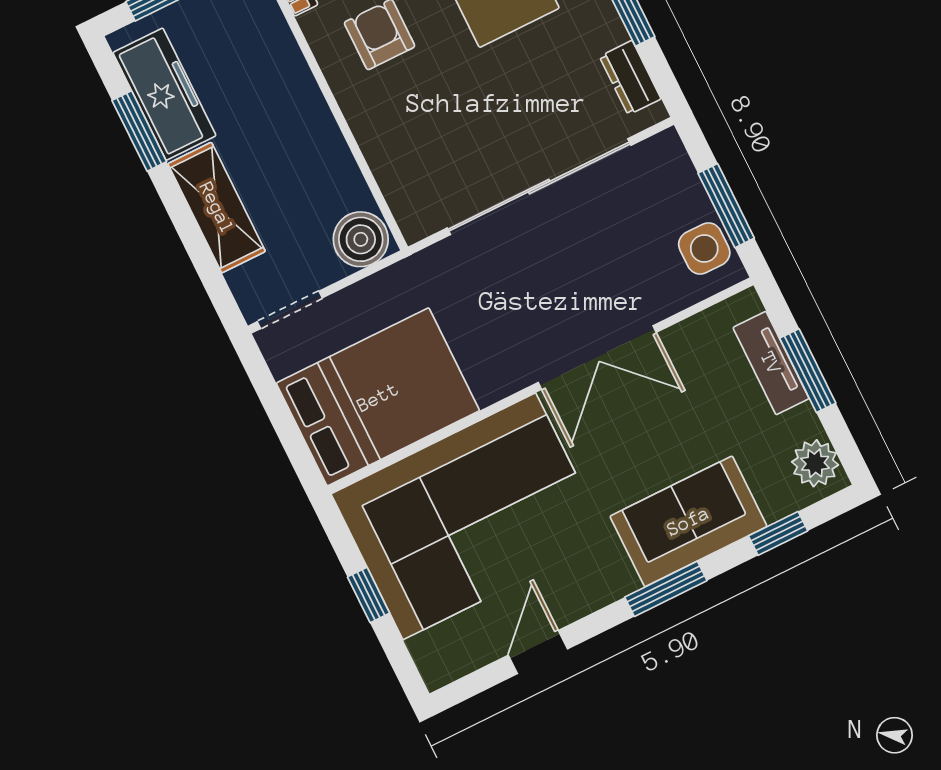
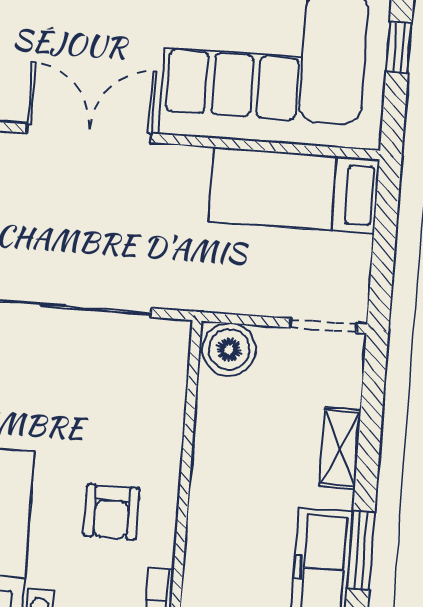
shelving: (217, 208) -> (340, 448), width x0.67, depth x0.75
bed: (378, 397) -> (294, 190), width x0.67

